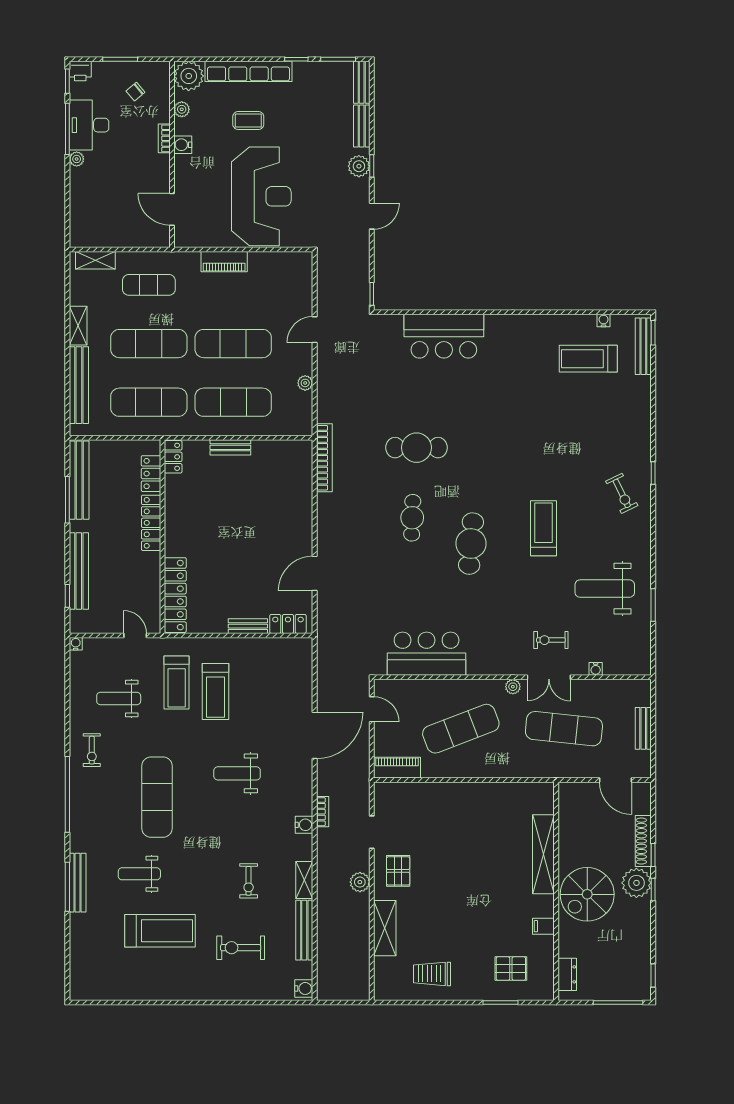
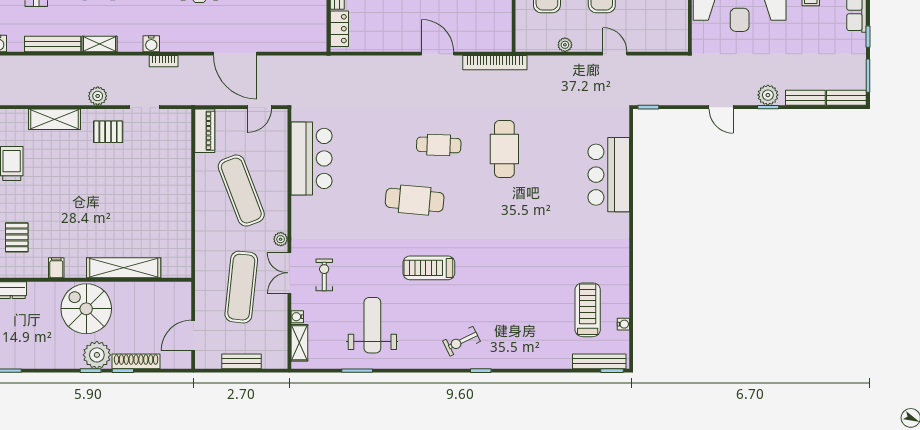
treadmill: (543, 528) -> (429, 268), turned 180
door: (315, 573) -> (438, 54), moved
shelving: (623, 667) -> (299, 343), added

